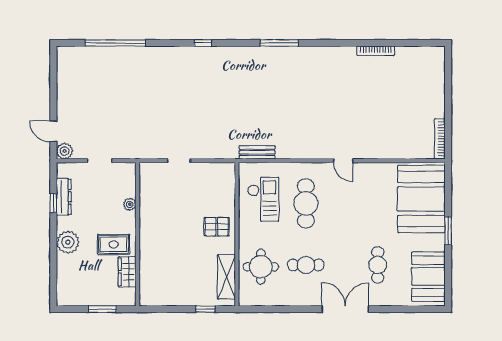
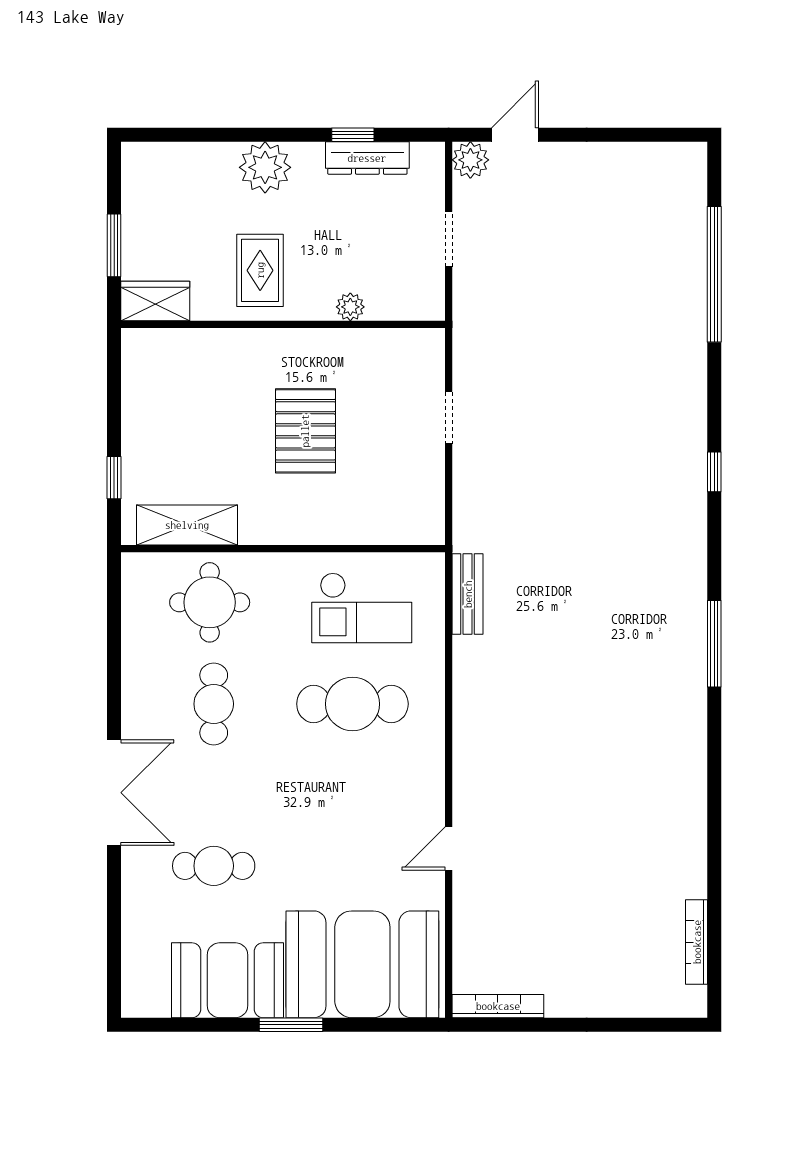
bookcase: (376, 51) -> (697, 942), moved
door: (343, 161) -> (449, 848), moved
pallet: (217, 227) -> (305, 431), moved, width x1.50, depth x1.42
wardrobe: (127, 272) -> (155, 301), moved
booth: (428, 277) -> (227, 980), moved

